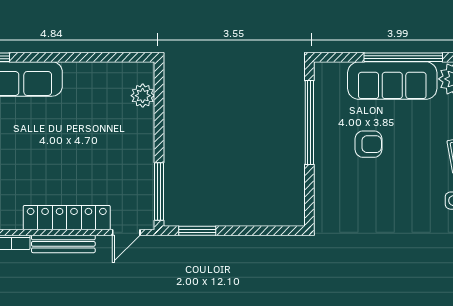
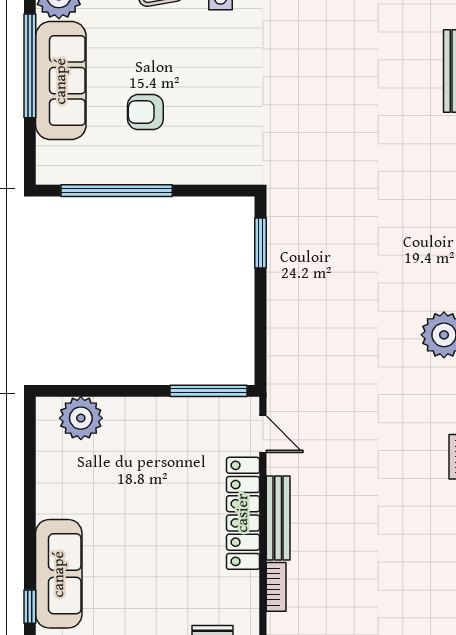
plant: (143, 96) -> (81, 418), width x1.36, depth x1.36
armchair: (369, 144) -> (145, 112), turned -90
window: (197, 231) -> (260, 243), moved

